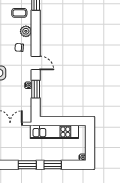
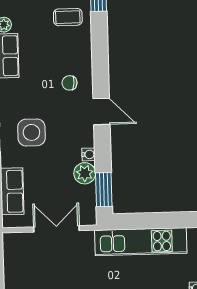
plant: (26, 31) -> (85, 173), moved
window: (36, 89) -> (104, 190), moved

